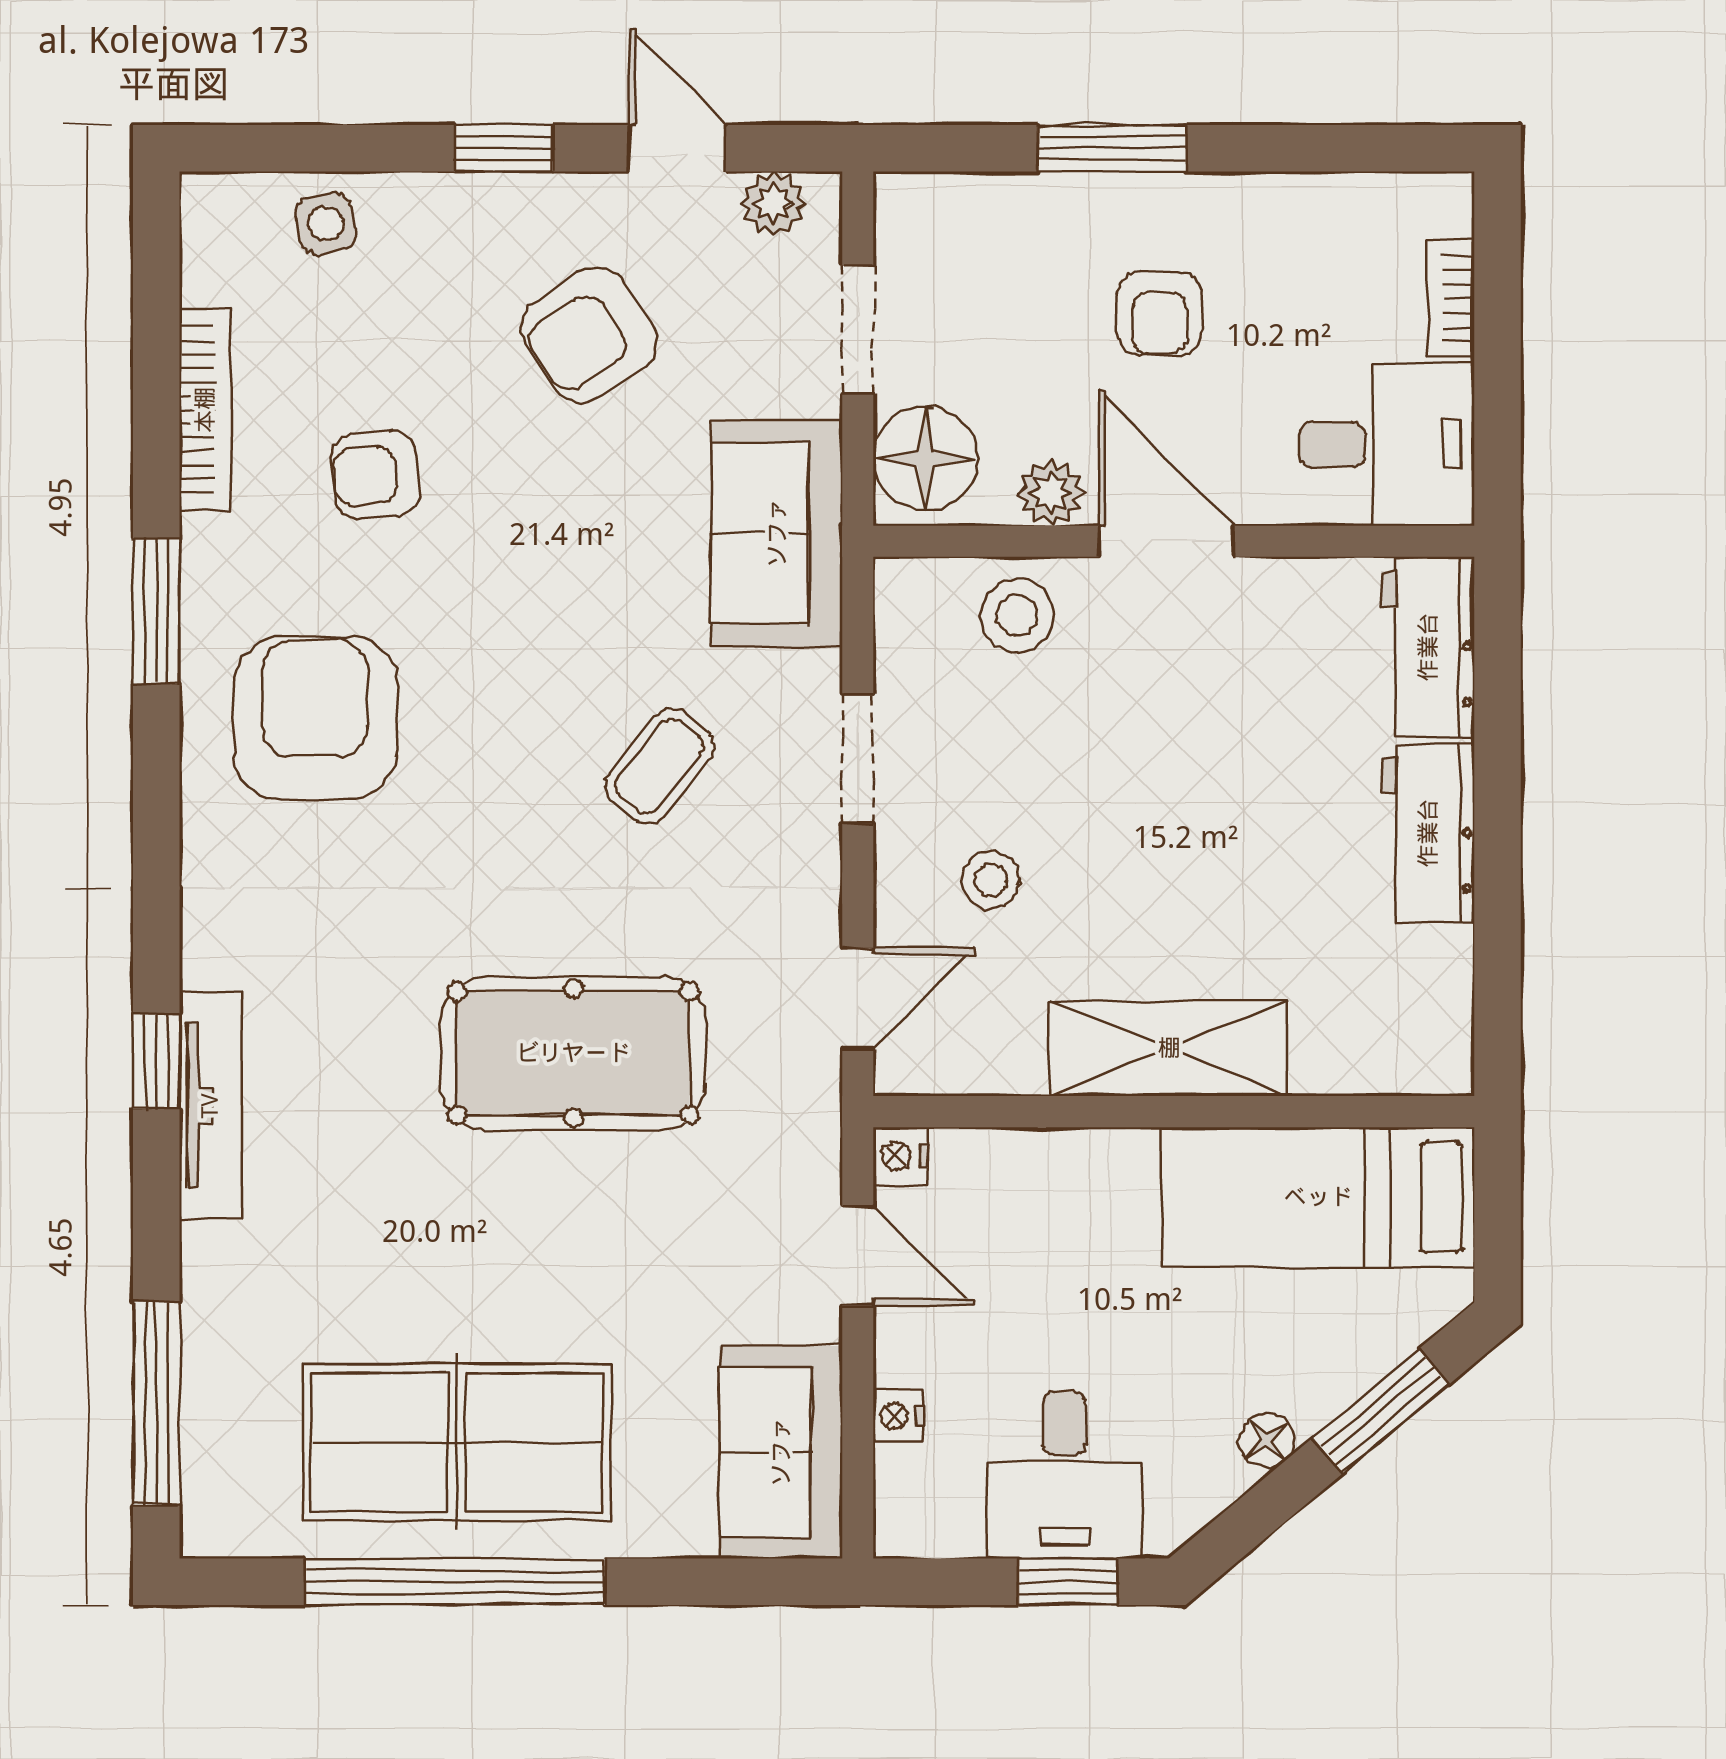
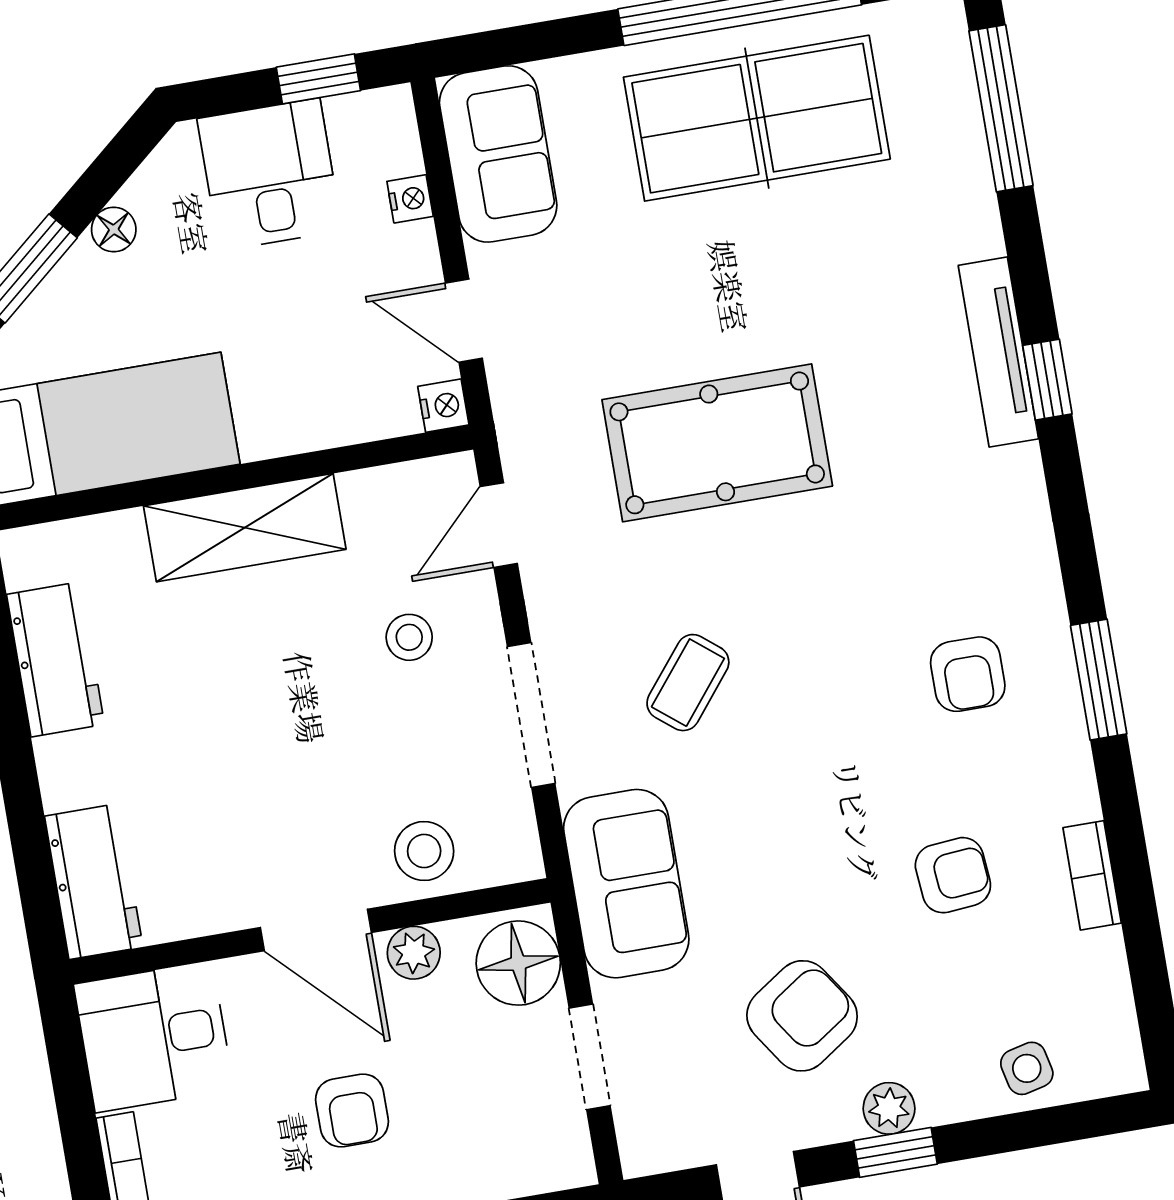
plant: (773, 203) -> (889, 1108), moved
armchair: (1160, 313) -> (352, 1111), turned 180
bookcase: (205, 410) -> (1092, 875), width x0.64
window: (156, 611) -> (1099, 680), moved
armchair: (315, 718) -> (968, 674), width x0.53, depth x0.53
doorway: (858, 759) -> (531, 715), width x1.38
workbench: (1428, 833) -> (56, 659), moved
window: (1068, 1582) -> (318, 79), moved

